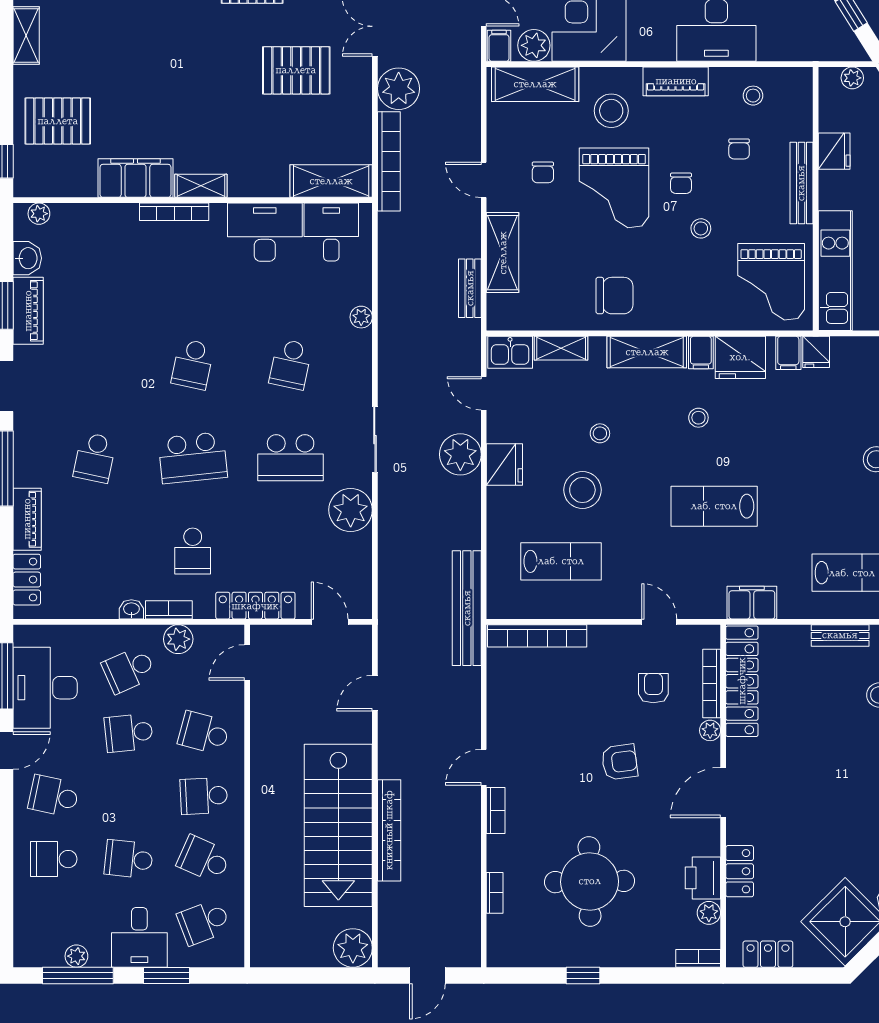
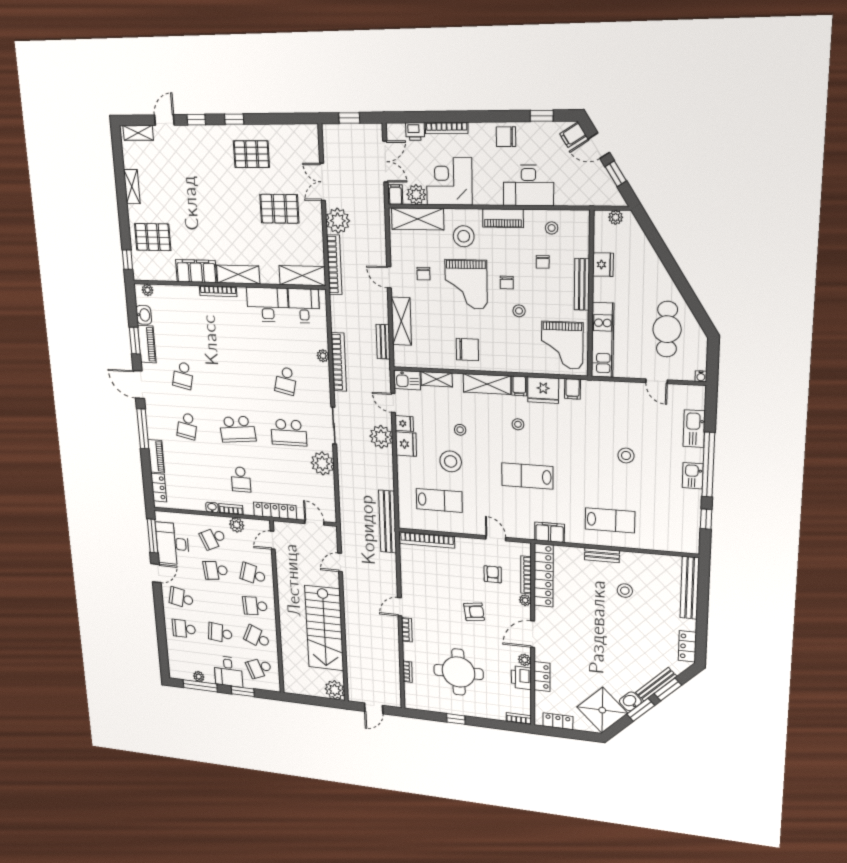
shelving: (201, 186) -> (238, 274), width x1.50, depth x1.33
fridge: (816, 352) -> (404, 424), moved, turned -90
school desk: (193, 364) -> (183, 375), moved
bookcase: (389, 830) -> (339, 362), moved
plant: (709, 913) -> (525, 660), moved

